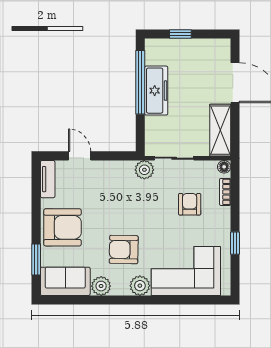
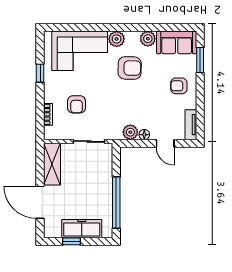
window: (180, 34) -> (72, 241), moved
freezer: (156, 91) -> (82, 229), moved, turned 90
floor lamp: (224, 167) -> (144, 135), moved
plant: (144, 170) -> (130, 132), moved
armchair: (62, 227) -> (179, 86), width x0.53, depth x0.53

